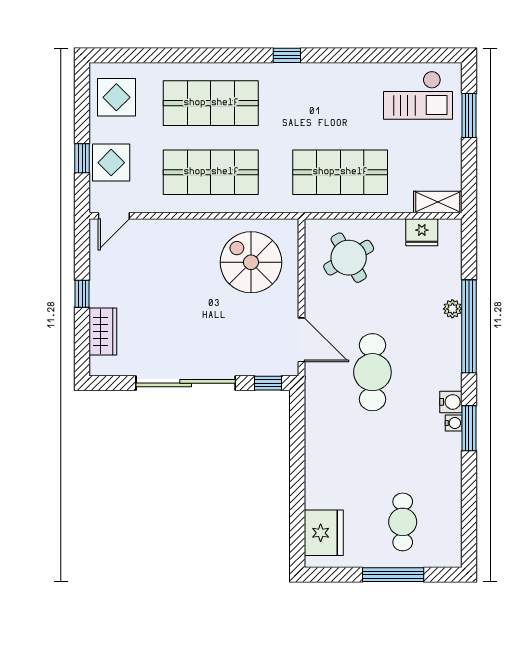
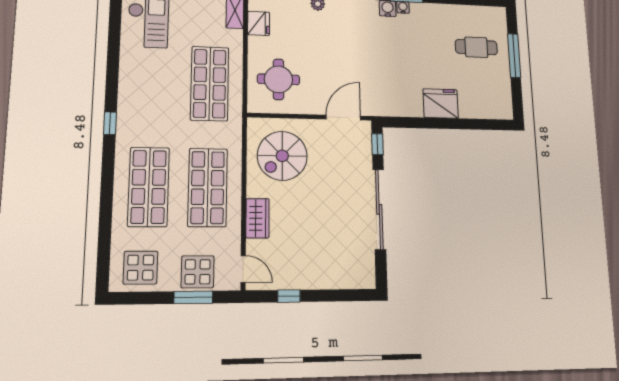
window: (82, 158) -> (193, 297), width x1.50
round table: (349, 258) -> (278, 79), turned 30
window: (82, 294) -> (289, 296), moved
wardrobe: (103, 332) -> (258, 218), moved, turned 90
cafe table: (372, 372) -> (367, 65), removed
fridge: (324, 533) -> (441, 103), moved

